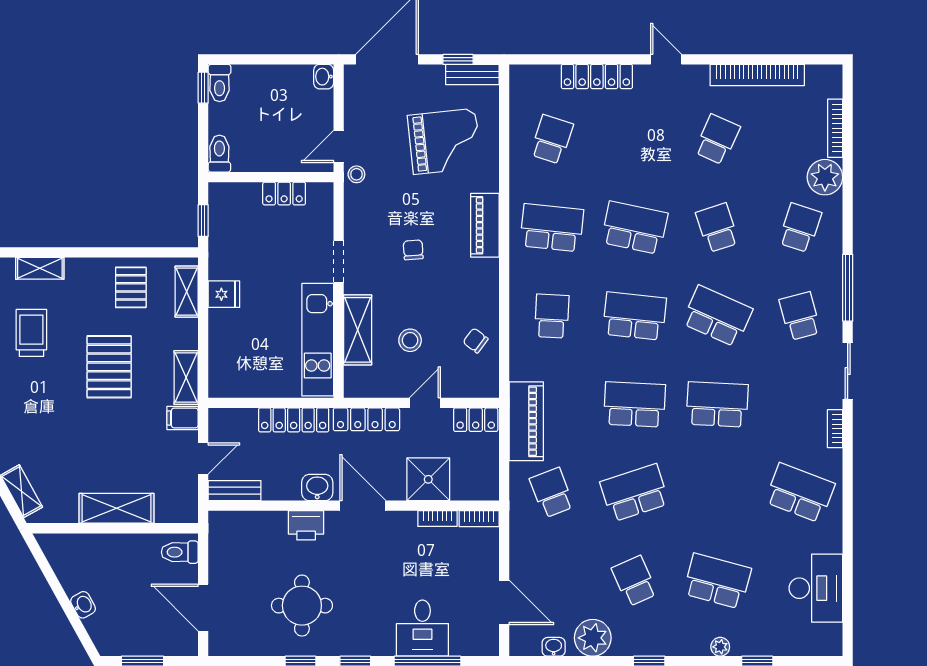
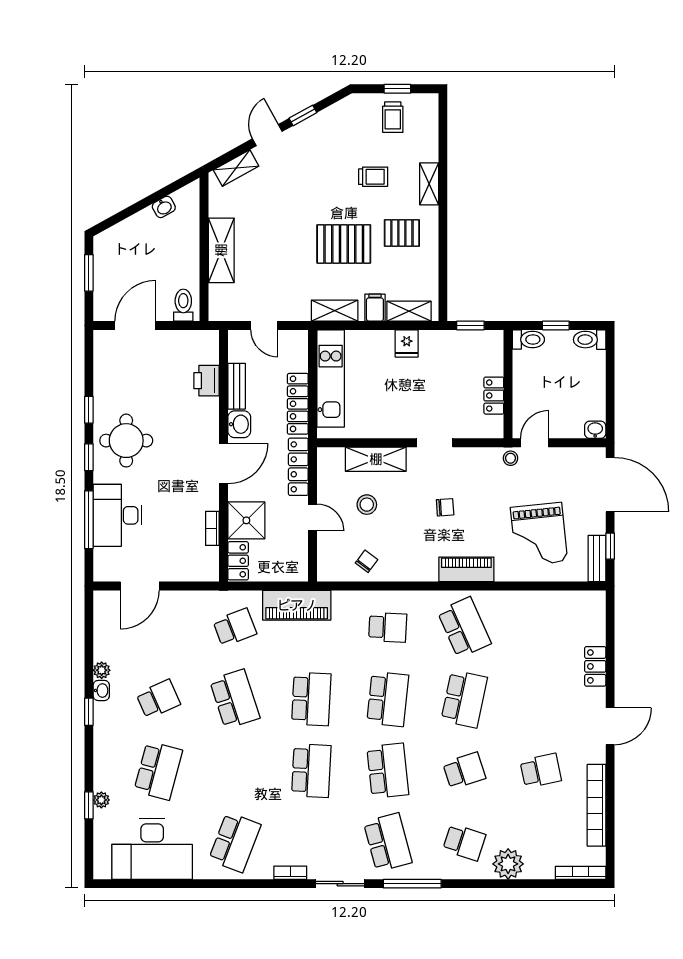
door: (666, 59) -> (610, 726), width x1.38
locker: (597, 76) -> (595, 666), width x0.66
window: (203, 88) -> (556, 325), moved
bookcase: (835, 128) -> (581, 873), moved
school desk: (552, 139) -> (541, 627), removed
school desk: (717, 139) -> (541, 771), turned -36
door: (339, 147) -> (535, 443), hinge flipped
school desk: (552, 228) -> (464, 627), turned -30
pallet: (131, 287) -> (402, 233), moved
school desk: (717, 316) -> (388, 771), turned -30
school desk: (800, 316) -> (388, 842), width x1.85
trolley: (31, 333) -> (373, 177), width x0.73, depth x0.72
kitchen unit: (318, 340) -> (331, 378), moved, turned 90
filing cabinet: (183, 418) -> (375, 308), moved
locker: (476, 420) -> (238, 561), moved, turned 180
bench: (235, 491) -> (237, 386), moved
bookcase: (479, 519) -> (212, 564), removed
printer: (306, 525) -> (207, 381), moved
desk: (816, 588) -> (152, 849), width x1.36, depth x1.30
washbasin: (83, 605) -> (164, 207), moved
round table: (302, 606) -> (126, 441), moved
desk: (422, 628) -> (117, 515), width x1.37
plant: (593, 638) -> (102, 670), width x0.53, depth x0.53
washbasin: (554, 647) -> (101, 690), moved
plant: (720, 647) -> (101, 800), moved

